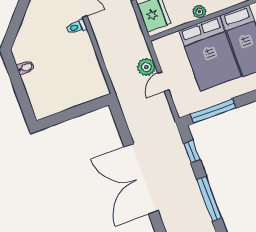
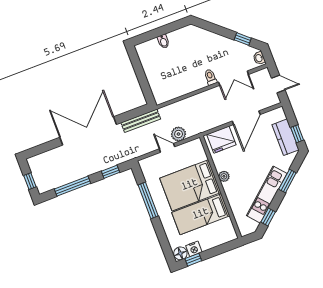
bidet: (26, 68) -> (163, 41), moved
window: (213, 111) -> (148, 200), moved
bench: (129, 114) -> (141, 121), added

